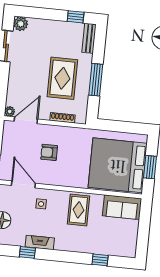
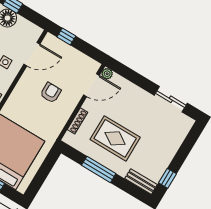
plant: (21, 24) -> (185, 123), removed
door: (26, 120) -> (92, 85), hinge flipped

